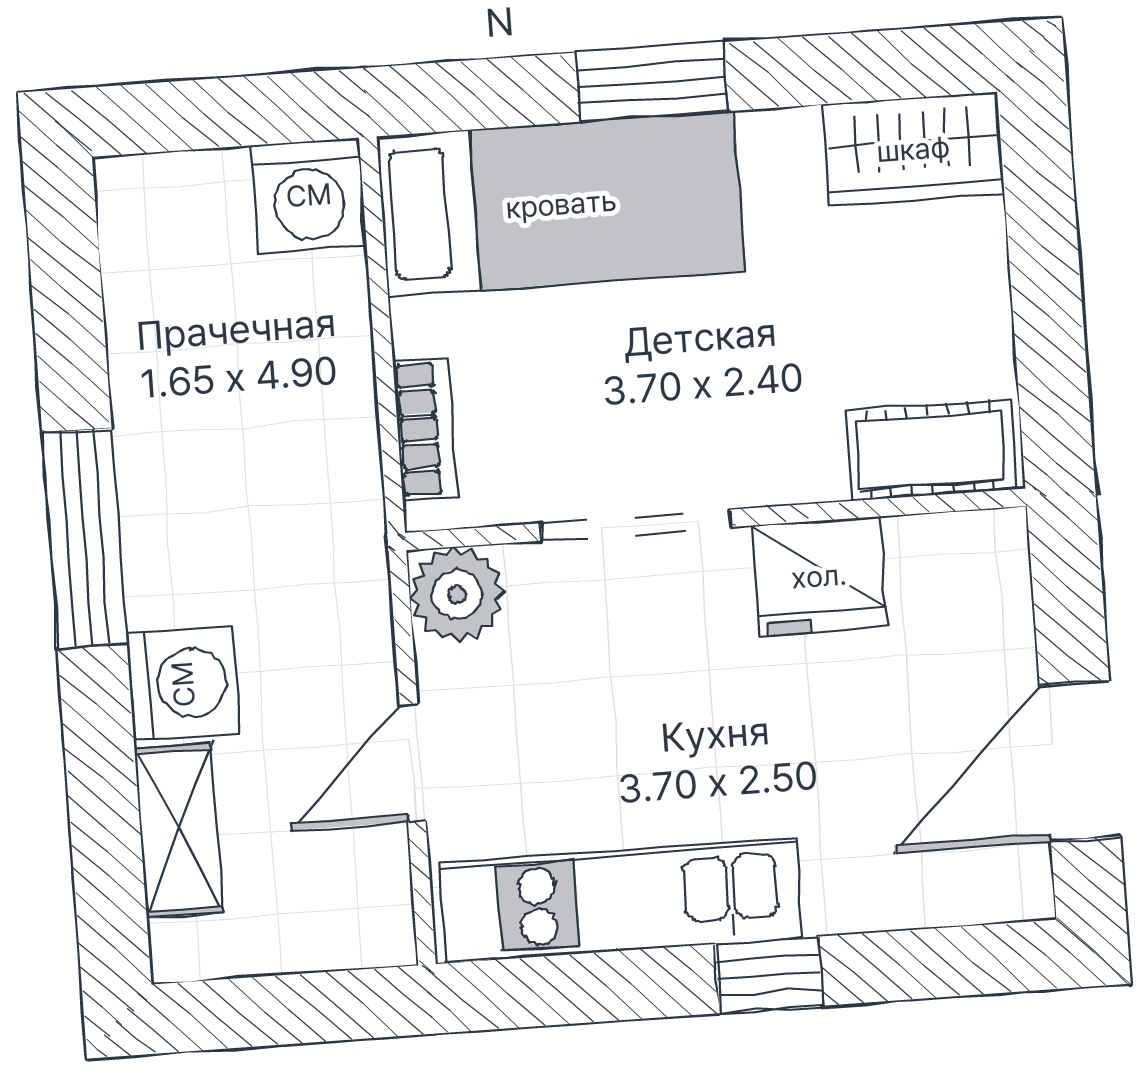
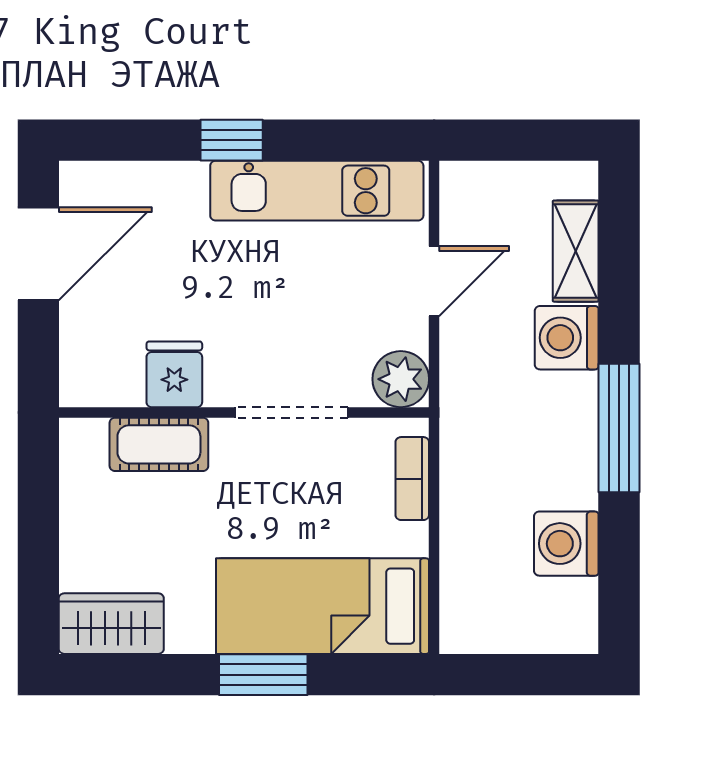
washing machine: (309, 195) -> (566, 544), moved, turned -90
cot: (930, 450) -> (159, 444), moved
fridge: (819, 576) -> (174, 374), width x0.72

